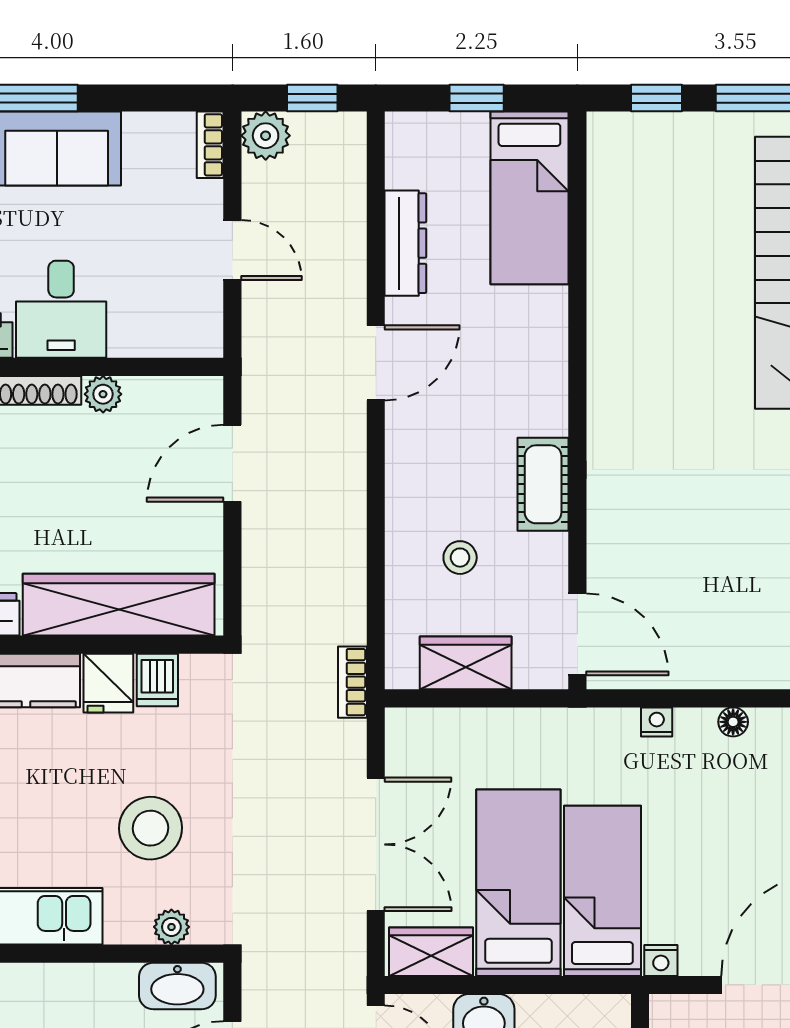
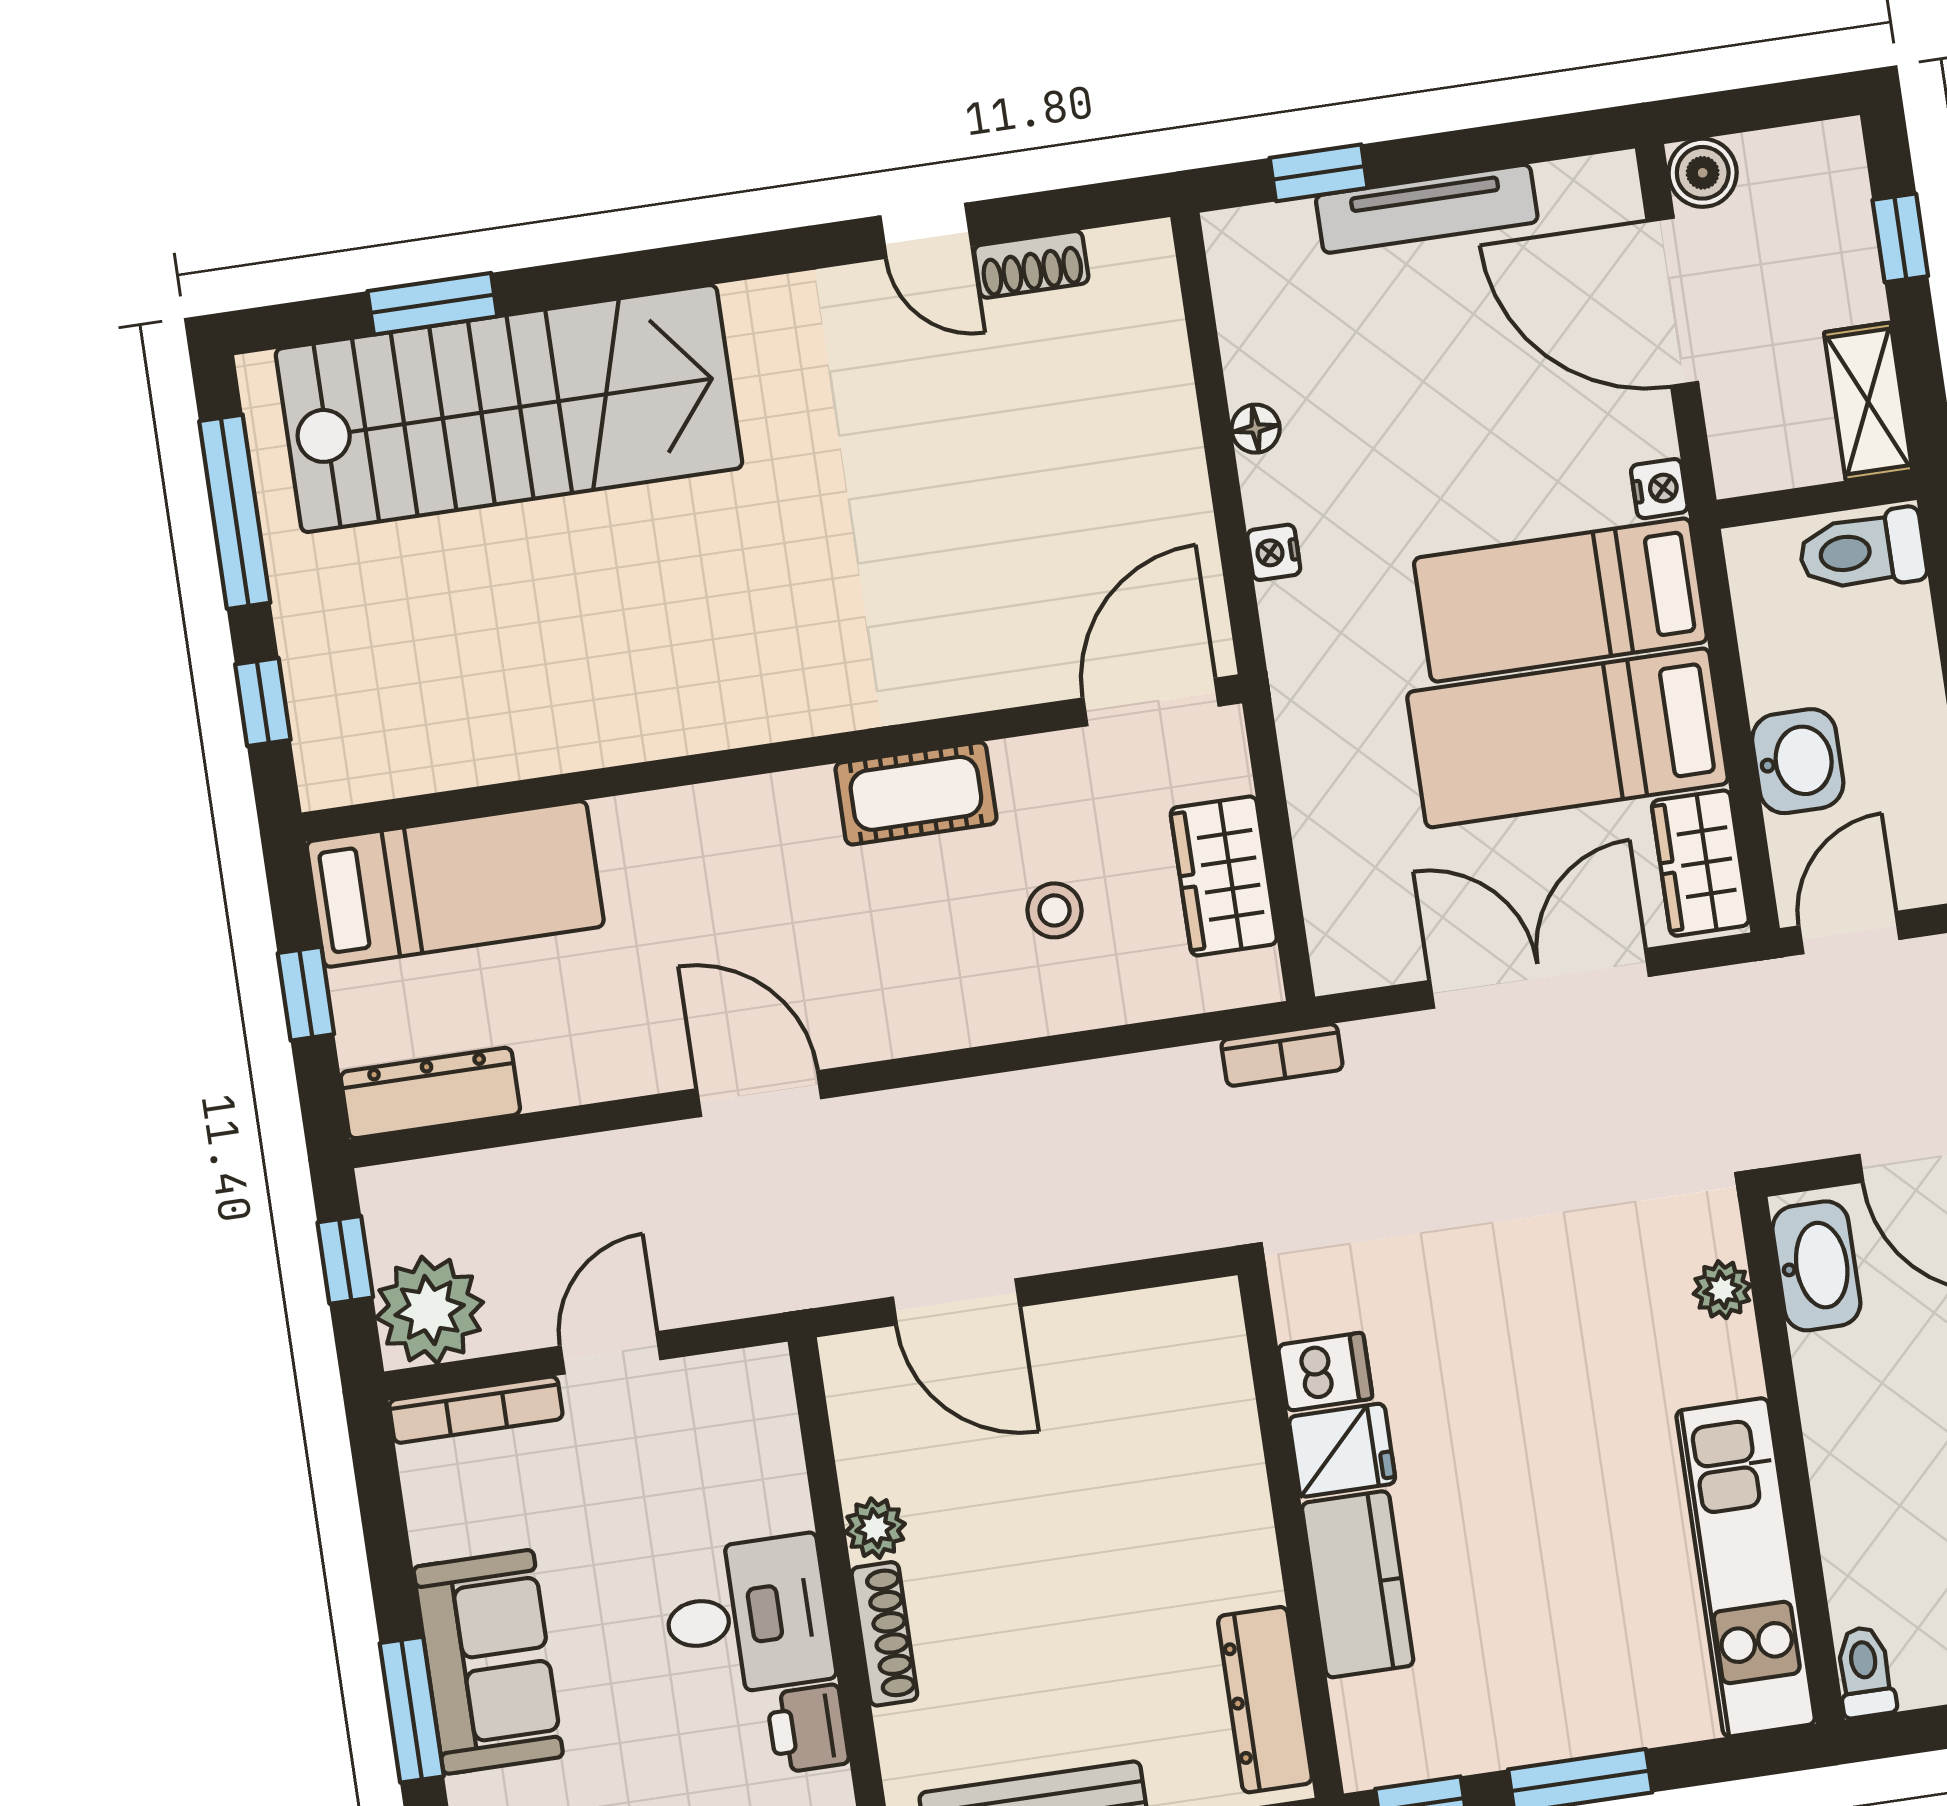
plant: (266, 136) -> (430, 1310), width x1.36, depth x1.36
bookcase: (210, 145) -> (476, 1410), width x1.56
dresser: (405, 243) -> (430, 1093), moved
wardrobe: (119, 605) -> (1212, 1452), removed
stool: (151, 828) -> (1567, 1347), removed

